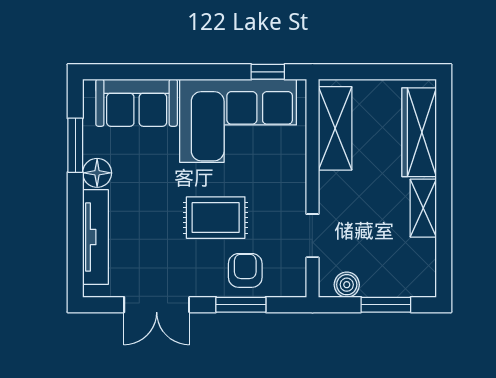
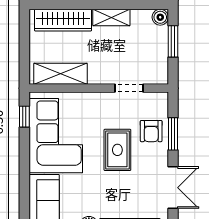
armchair: (245, 270) -> (151, 131), turned -90
boiler: (347, 285) -> (160, 17), moved

